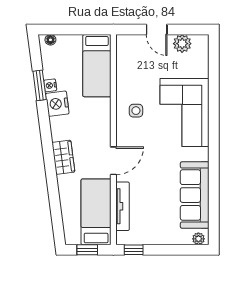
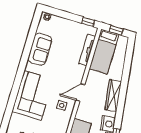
wardrobe: (63, 157) -> (113, 95), width x1.50
door: (113, 161) -> (80, 92), moved
sofa: (195, 195) -> (40, 49), width x0.73

